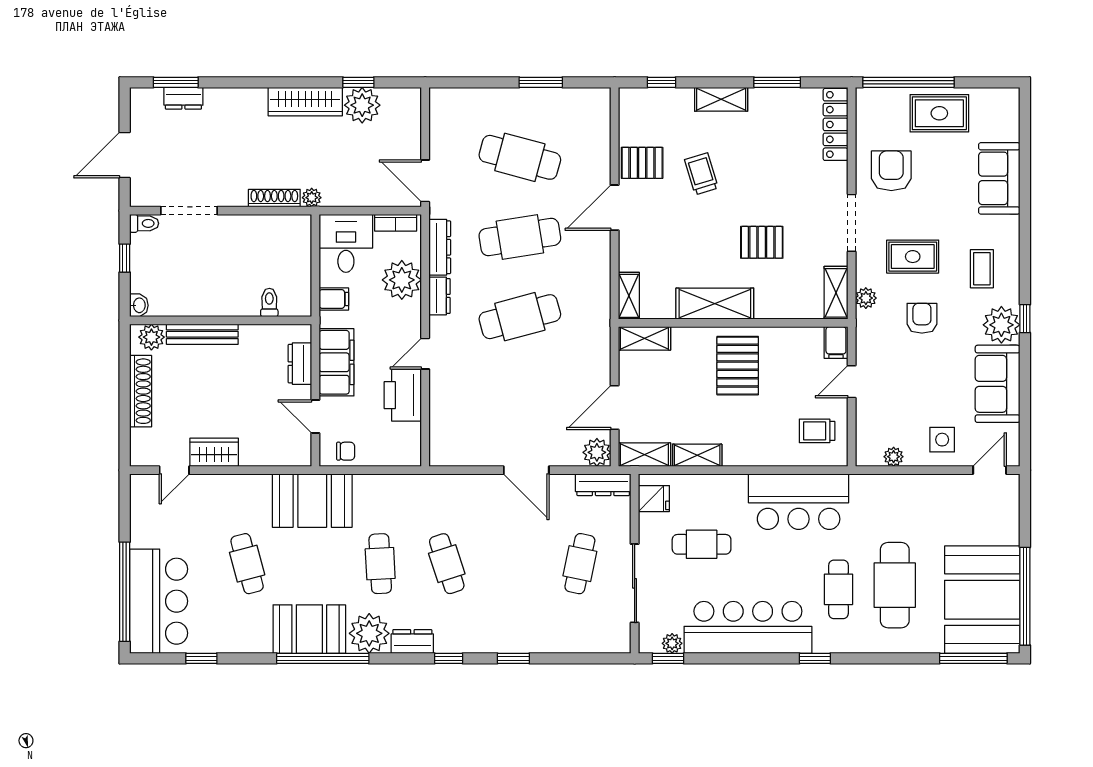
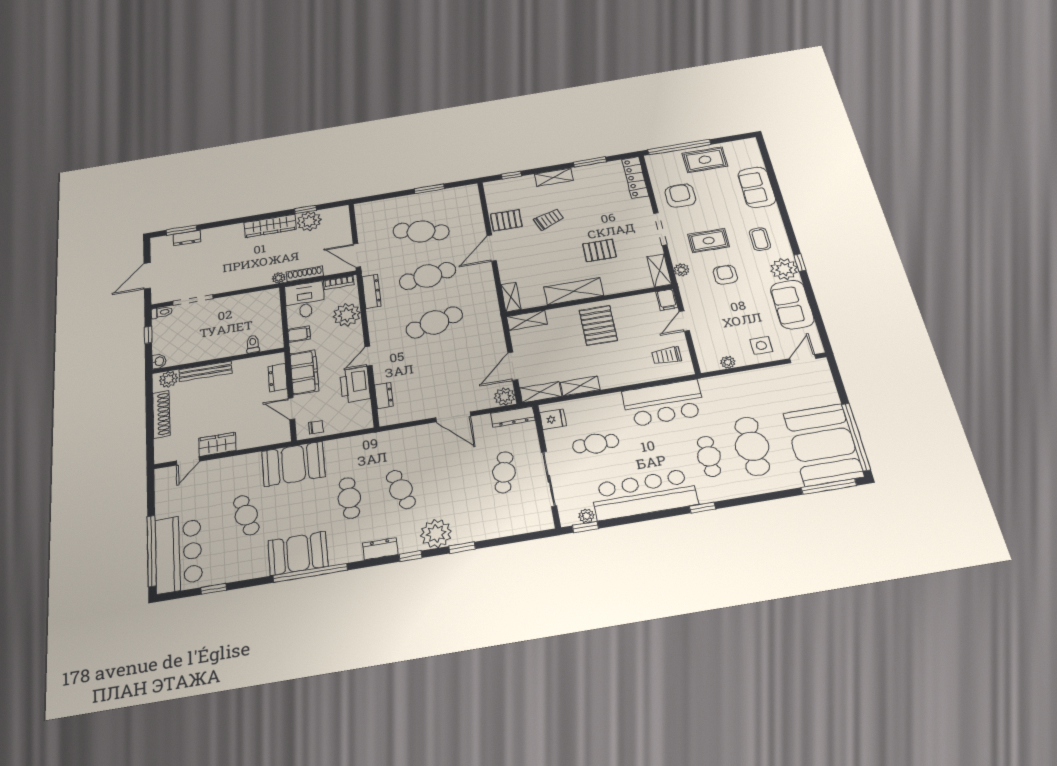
trolley: (701, 174) -> (549, 219), turned 86
shoe rack: (274, 198) -> (305, 274), moved
dresser: (439, 296) -> (384, 396), moved
plant: (369, 633) -> (436, 534), moved

